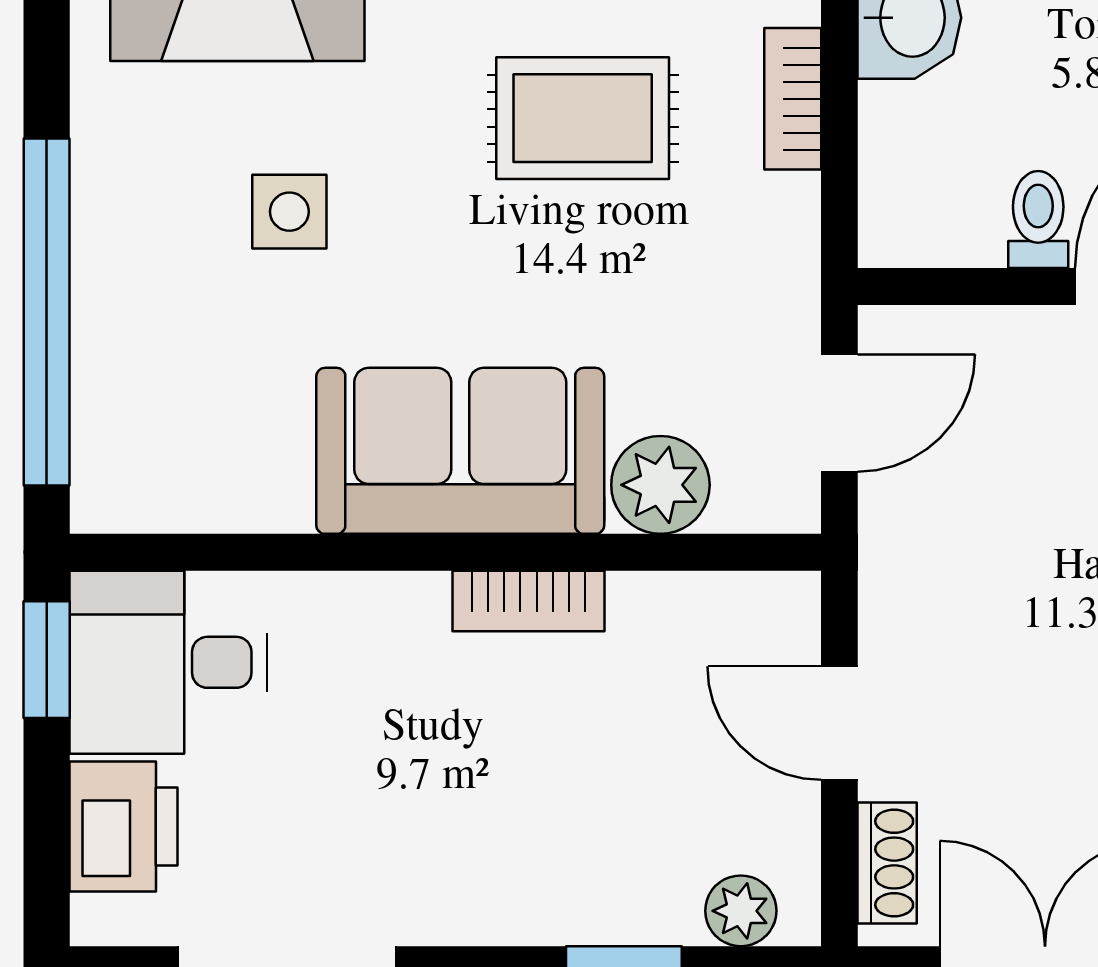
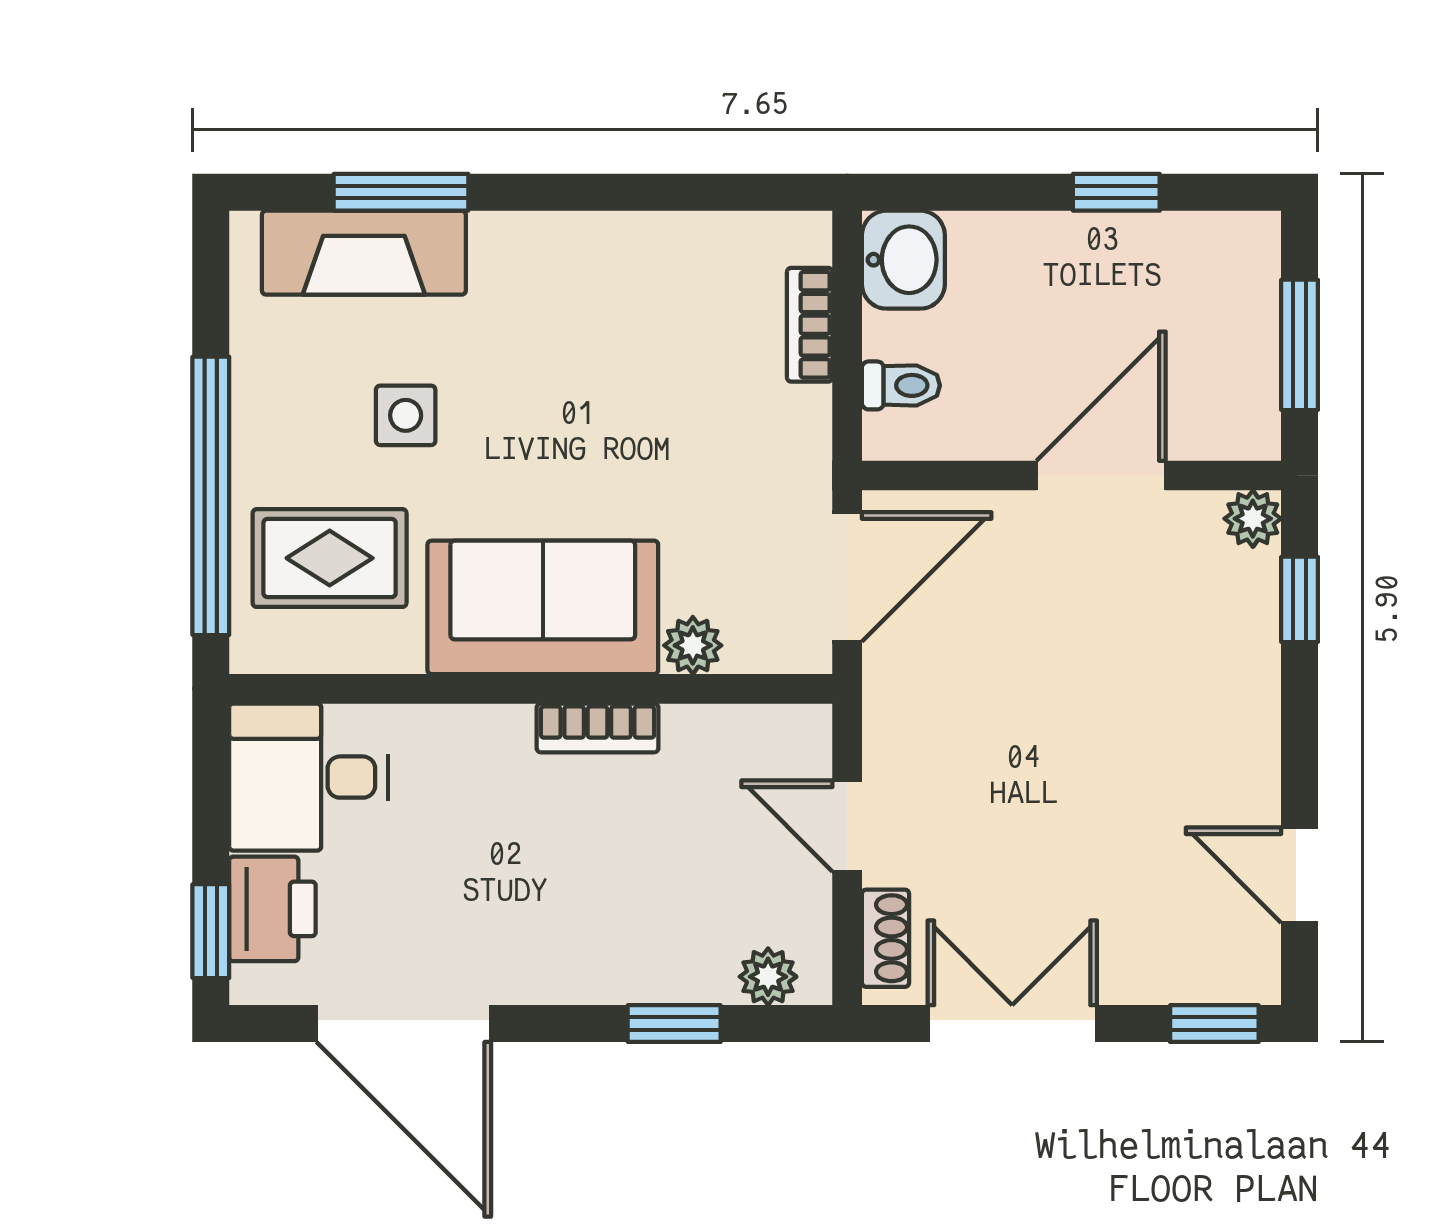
rug: (583, 118) -> (330, 558), moved
toilet: (1038, 220) -> (901, 385), moved, turned 90
door: (839, 413) -> (847, 577), width x1.38
plant: (660, 485) -> (693, 645), width x0.73, depth x0.73
window: (47, 660) -> (211, 931), moved

